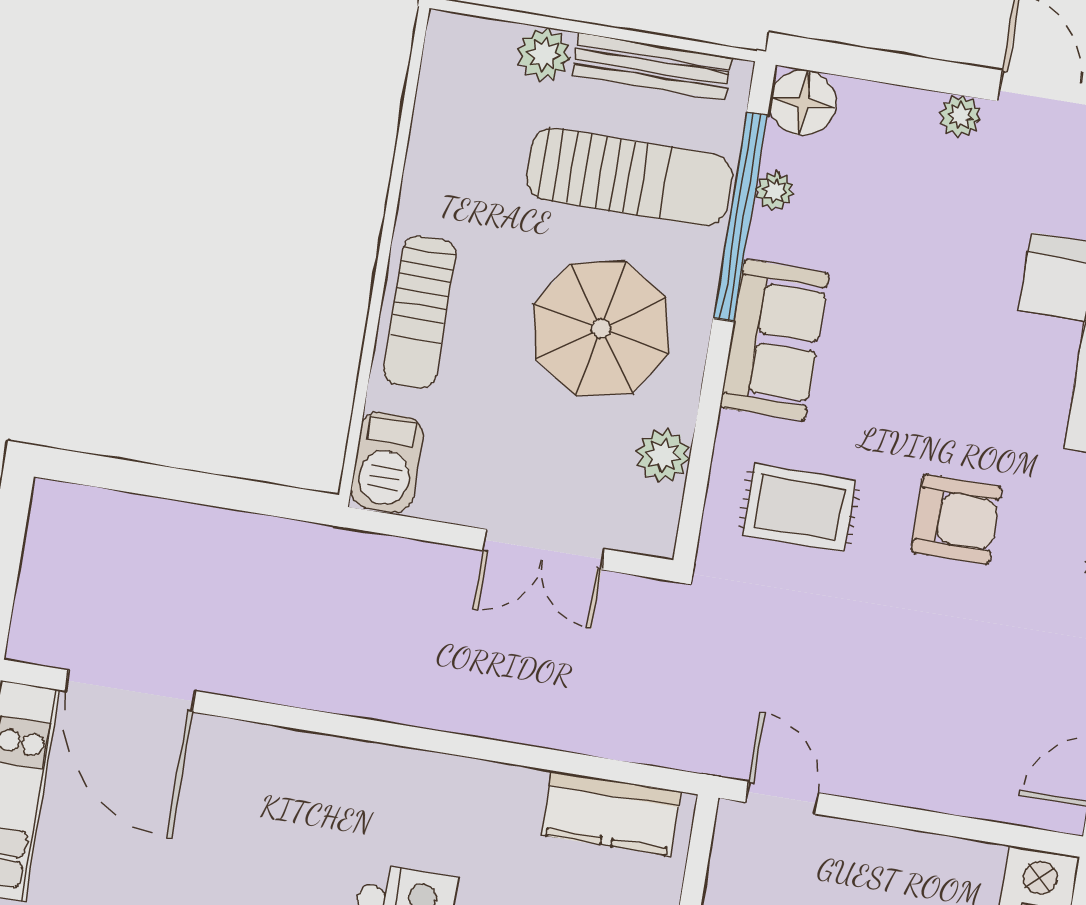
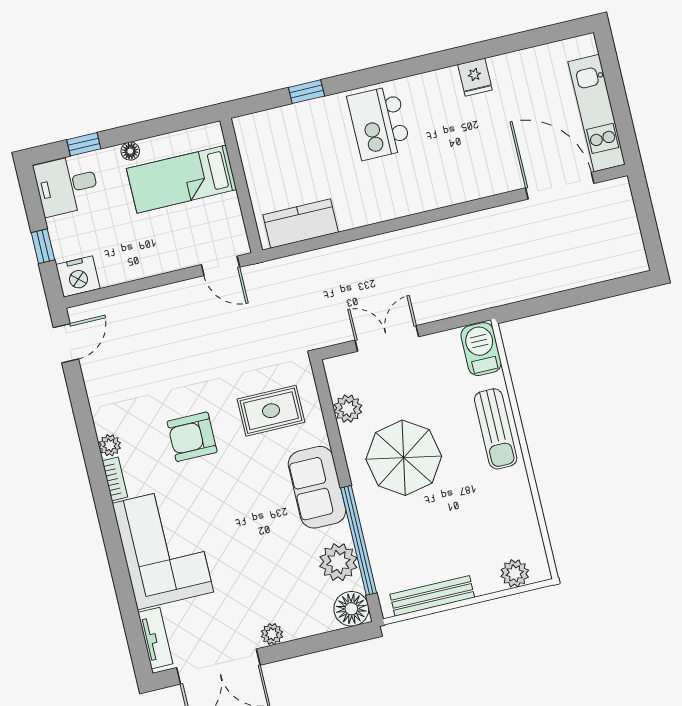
plant: (544, 54) -> (515, 573), moved
sun lounger: (629, 177) -> (421, 537), removed
plant: (775, 191) -> (338, 562), width x1.87, depth x1.87
sun lounger: (419, 312) -> (496, 429), turned 180

